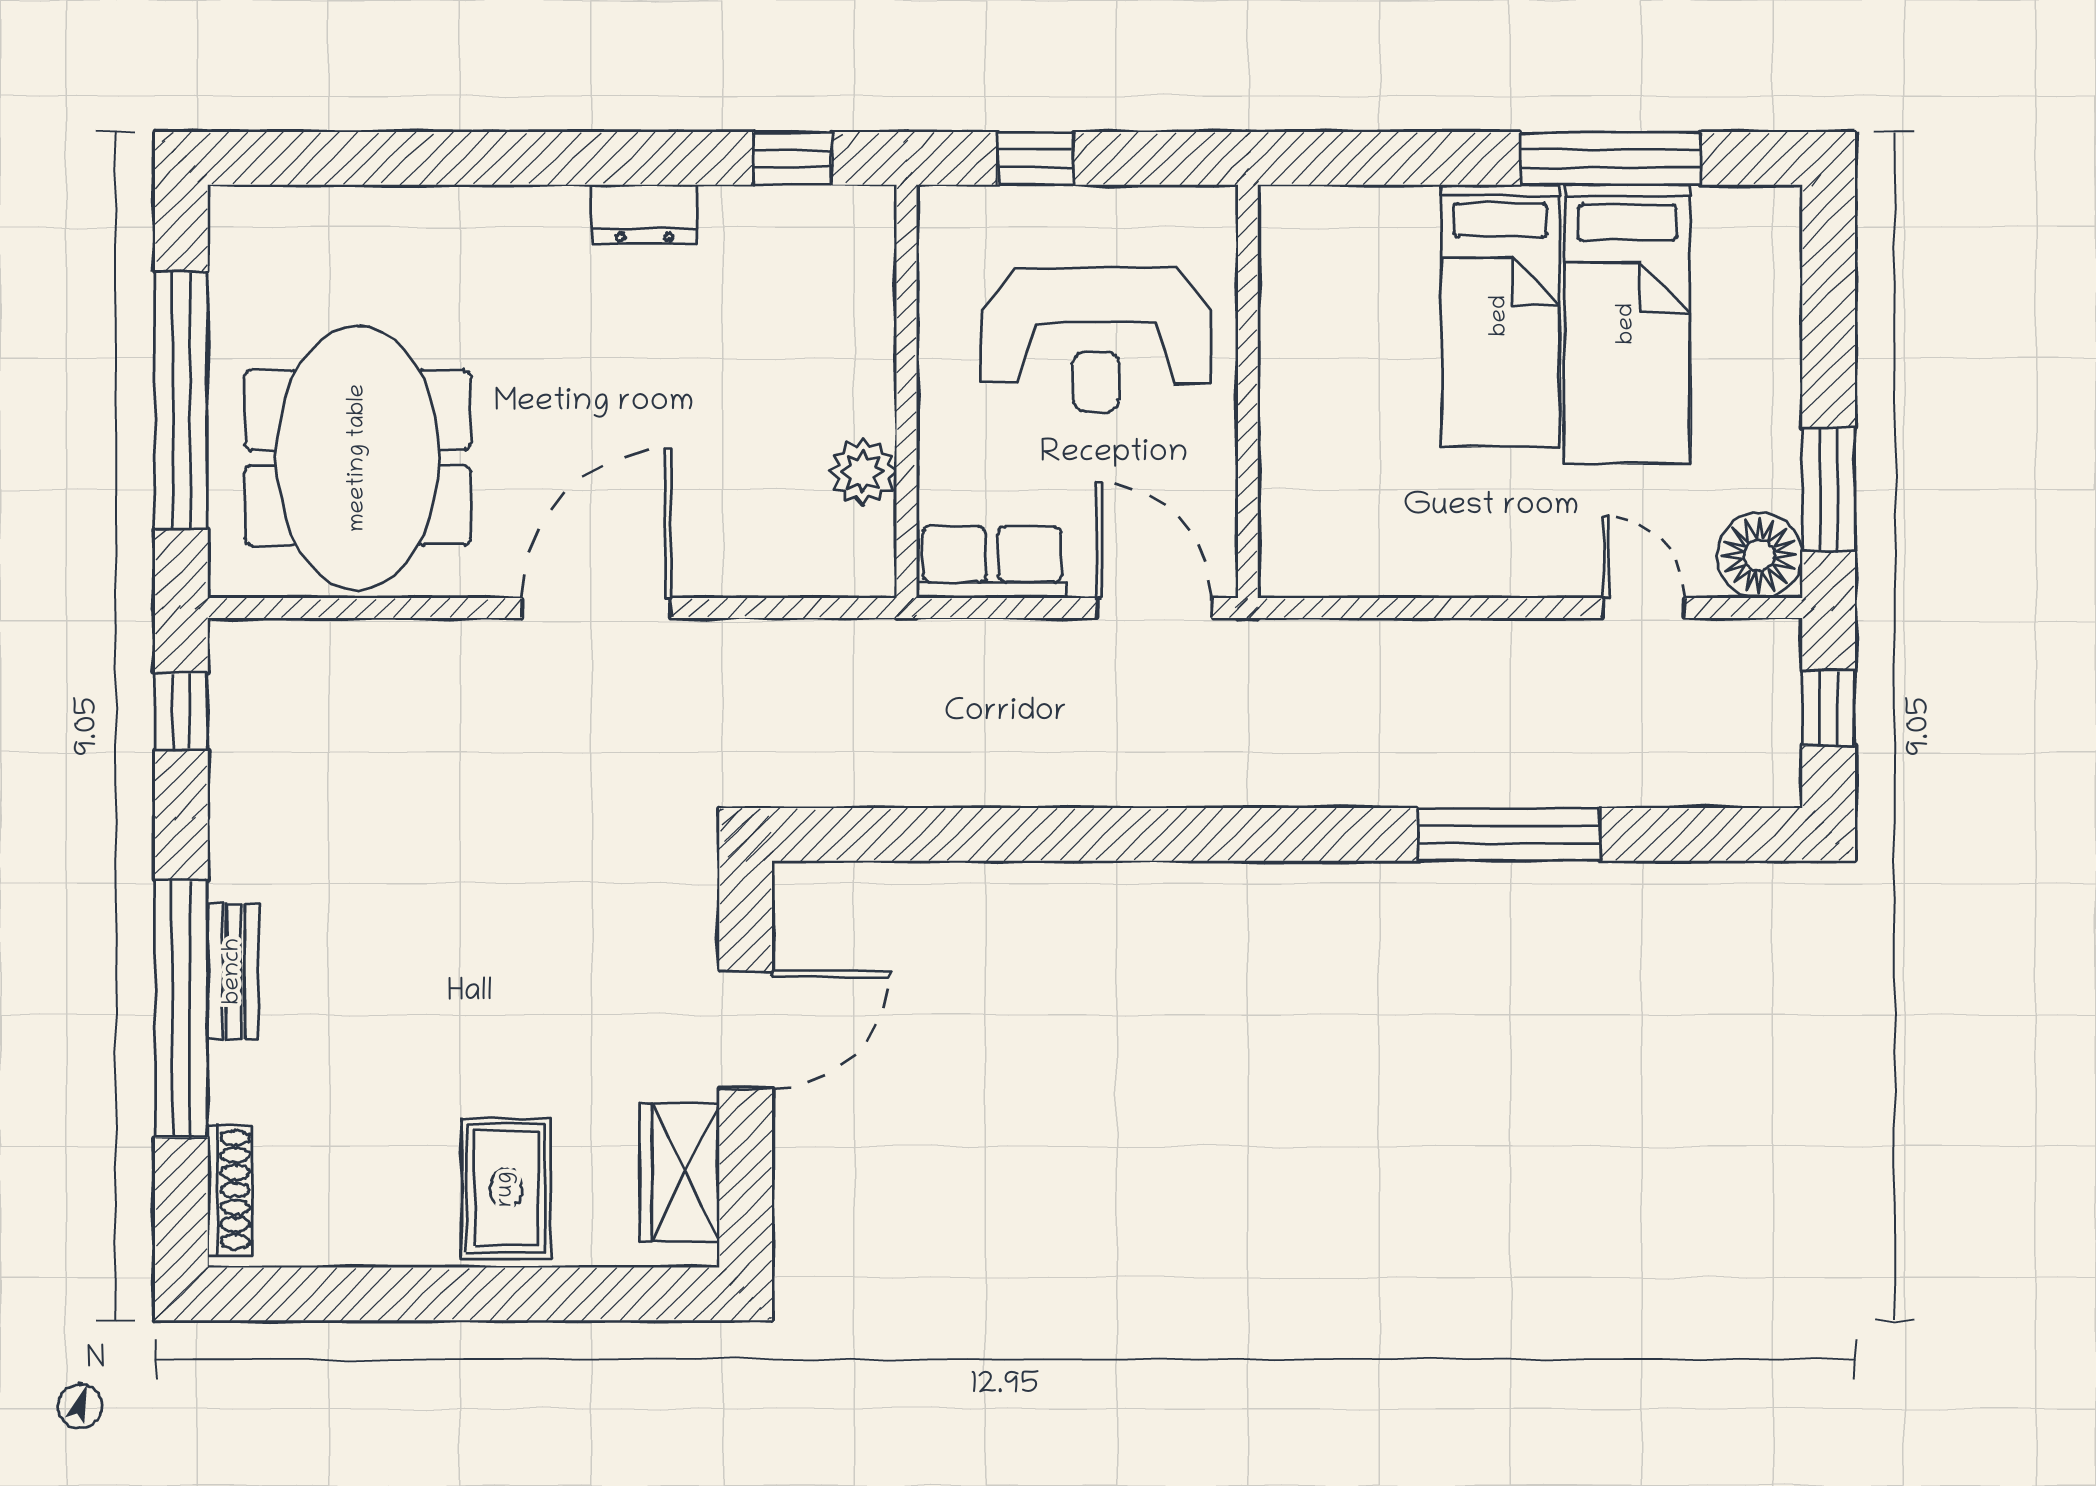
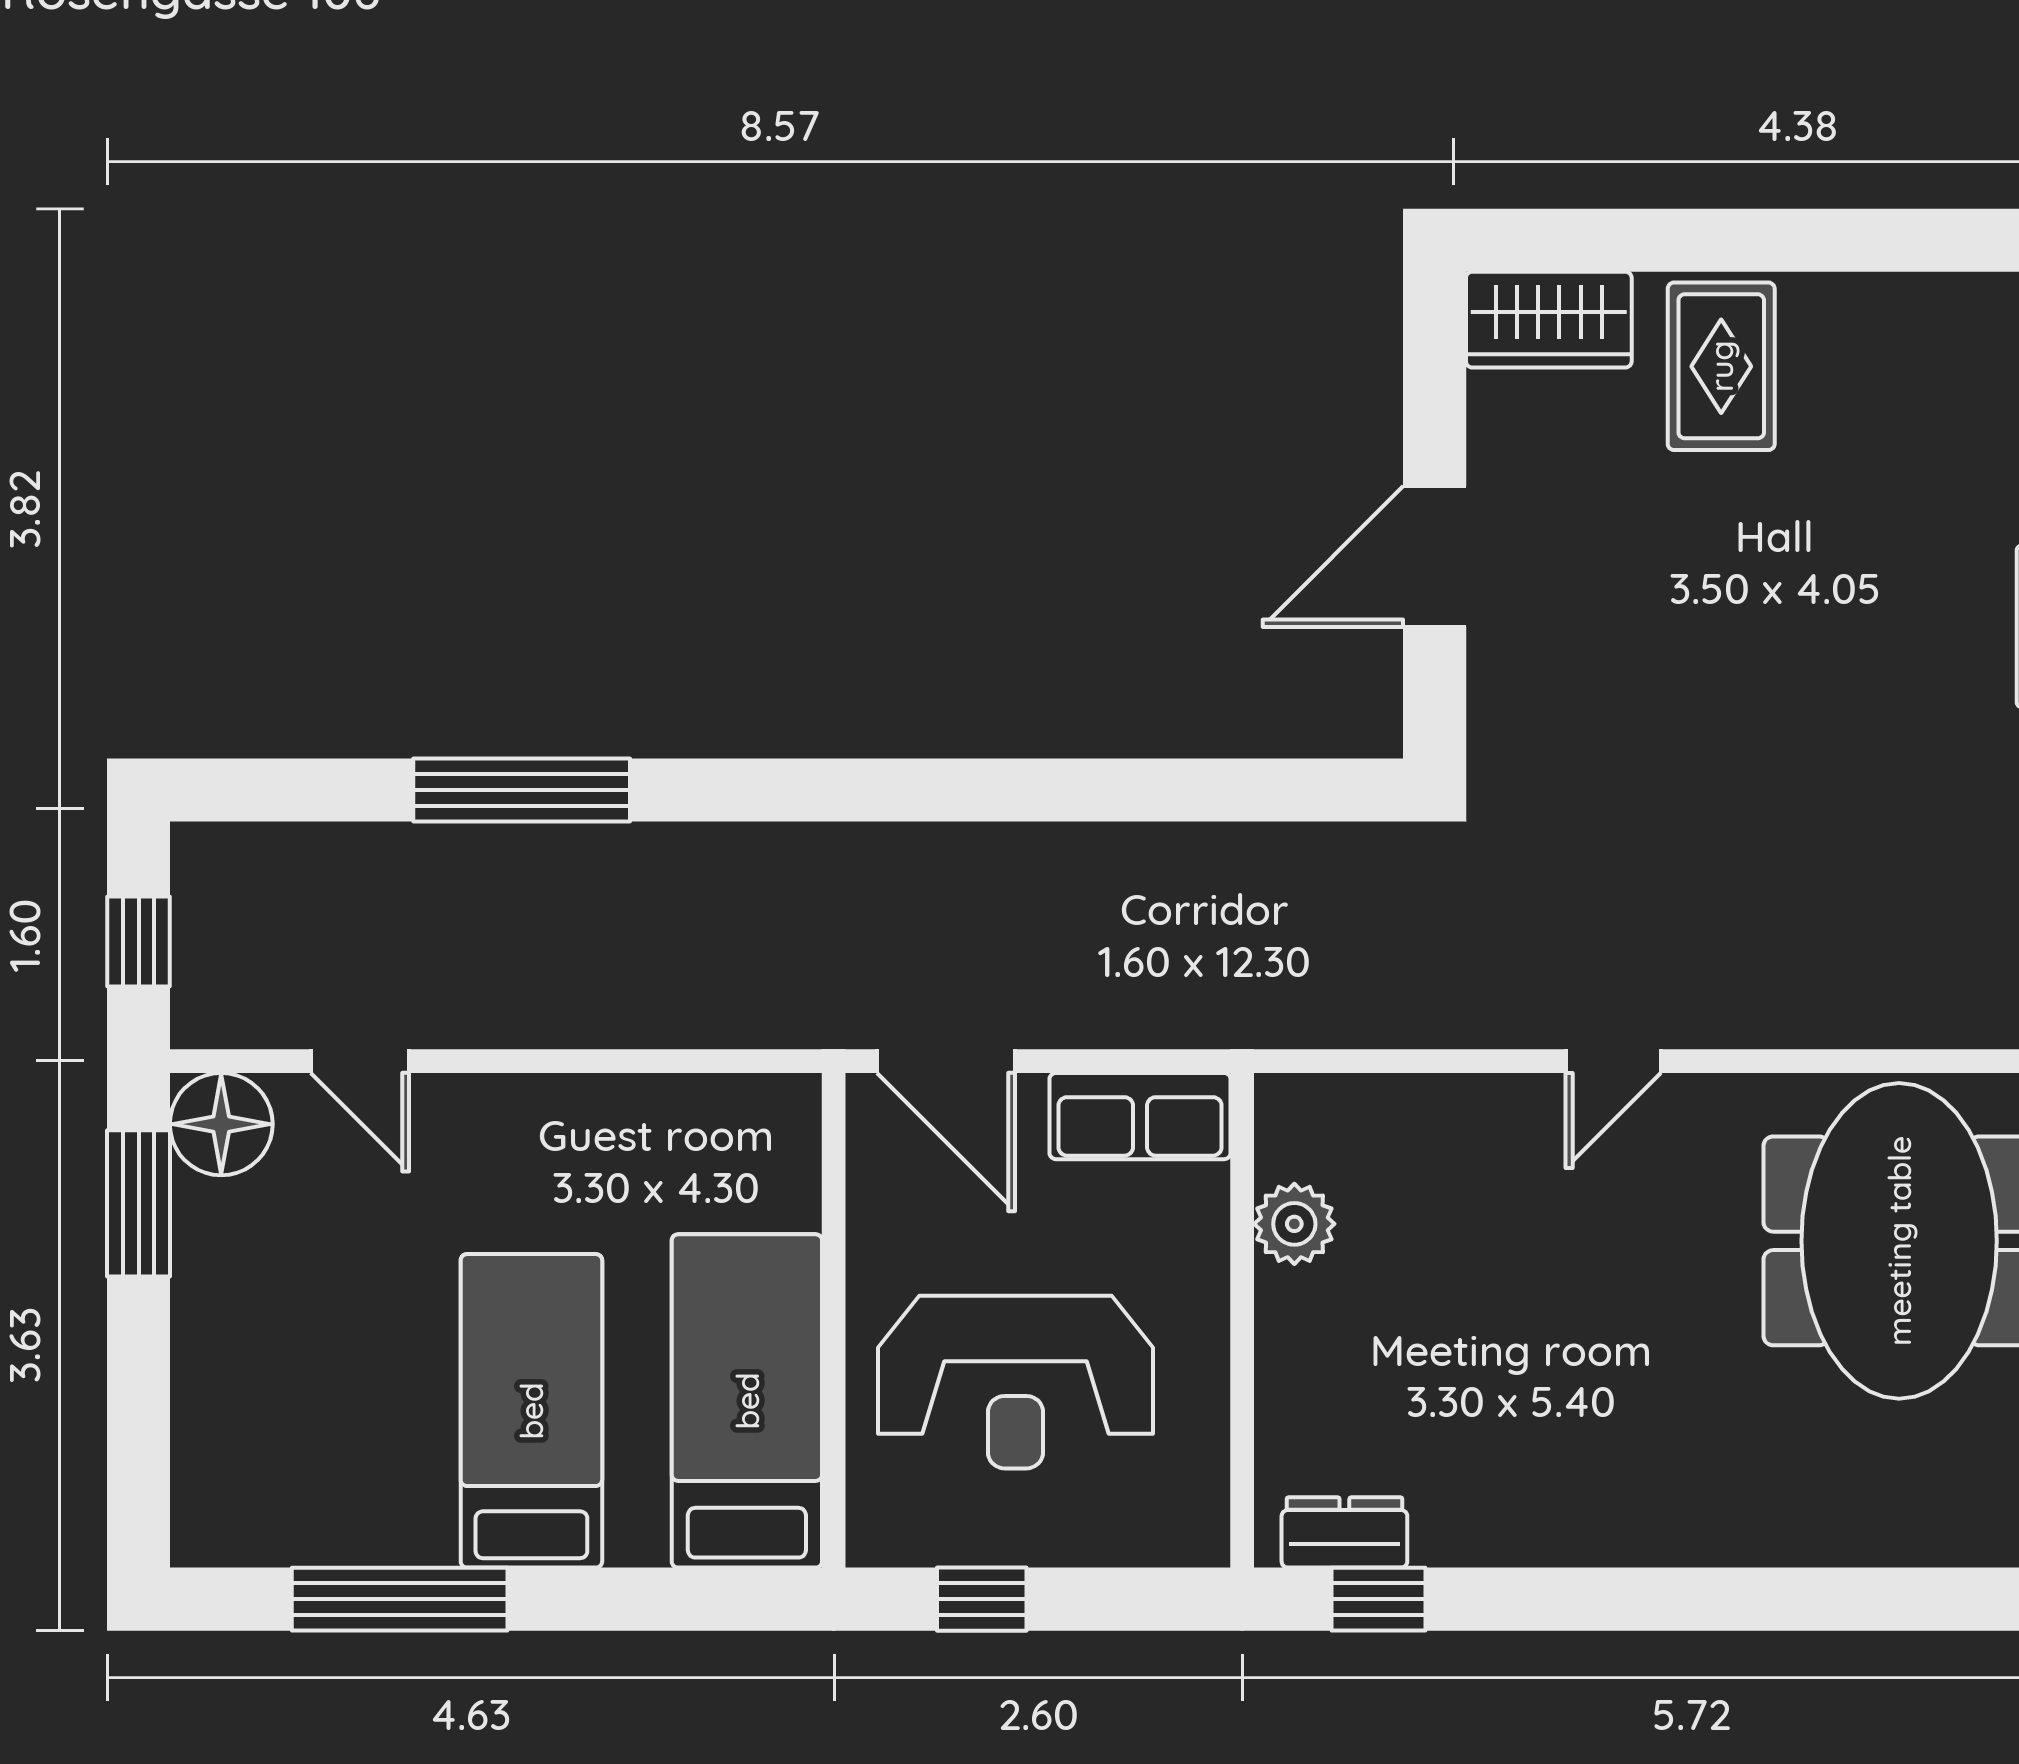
window: (1035, 158) -> (982, 1599), moved
dresser: (645, 214) -> (1344, 1532), moved
bed: (1627, 324) -> (747, 1401), moved
reception desk: (1096, 340) -> (1016, 1382), turned 180
door: (596, 608) -> (1613, 1061), width x0.53
wardrobe: (679, 1172) -> (1549, 320), moved, turned 90

